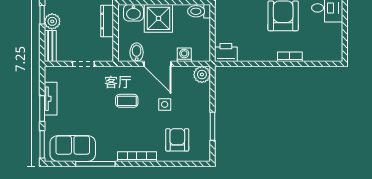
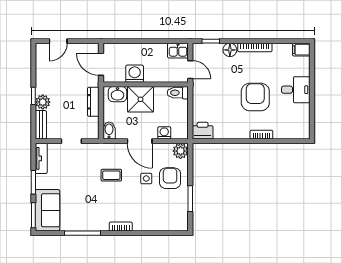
bidet: (137, 52) -> (109, 131), moved
tv unit: (51, 99) -> (41, 158), moved
armchair: (177, 140) -> (170, 178), moved
sofa: (73, 149) -> (47, 210), moved, turned 90
bookcase: (137, 157) -> (121, 227), width x0.64

